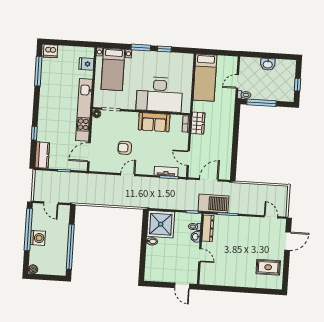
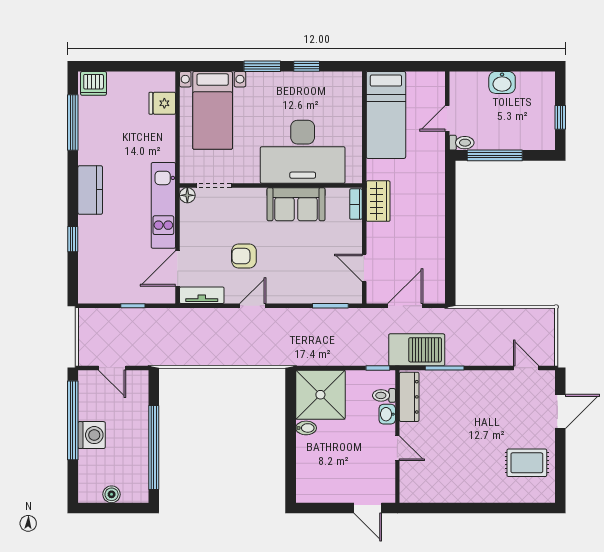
kitchen unit: (84, 110) -> (163, 205), width x0.73
kitchen counter: (42, 155) -> (90, 190), moved
tv unit: (166, 171) -> (202, 295), moved
boiler: (33, 269) -> (112, 494), moved

